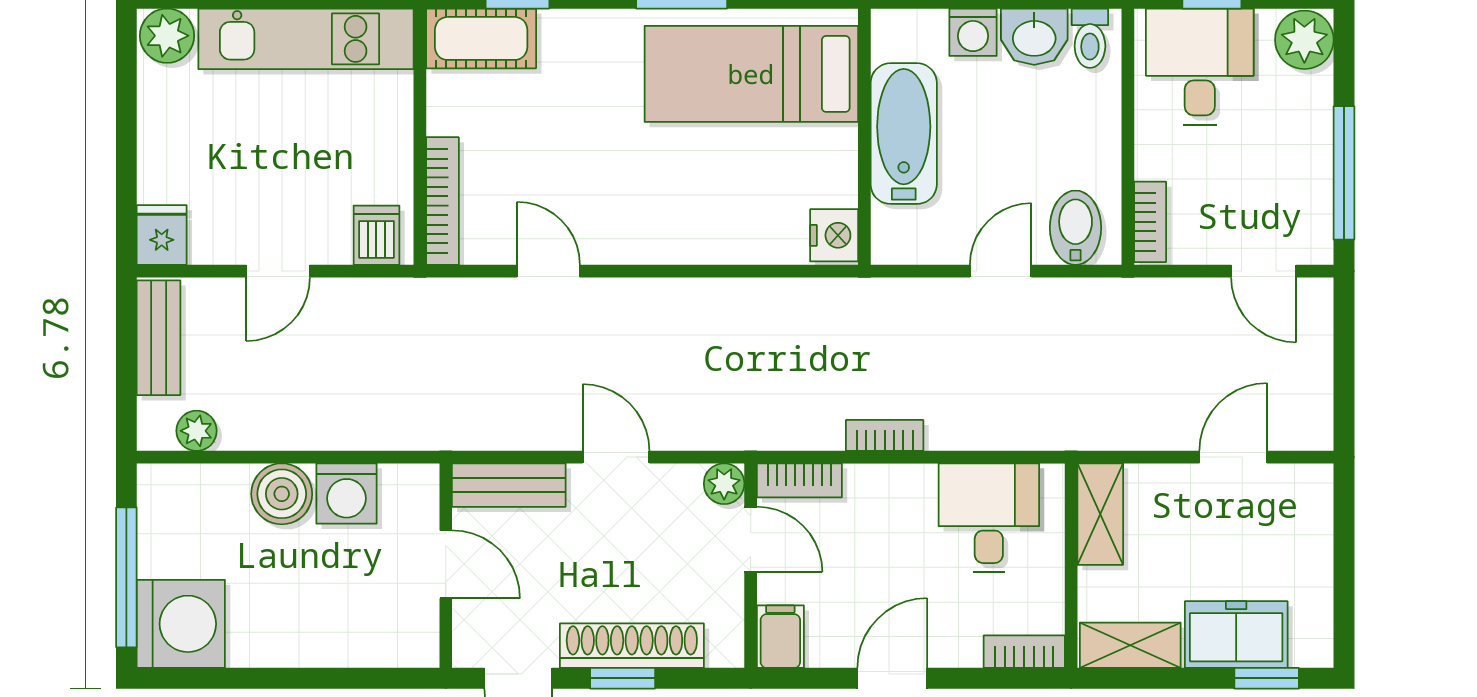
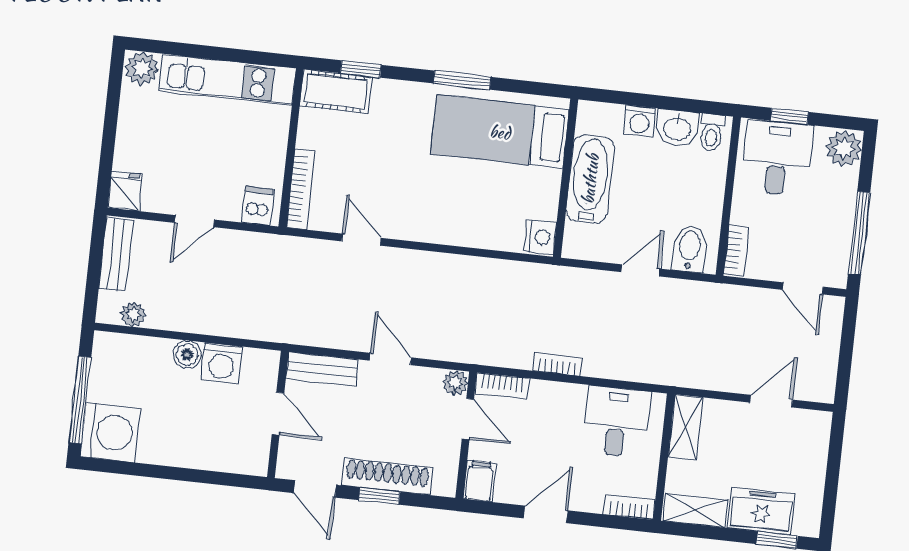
boiler: (282, 494) -> (187, 354), width x0.73, depth x0.73

